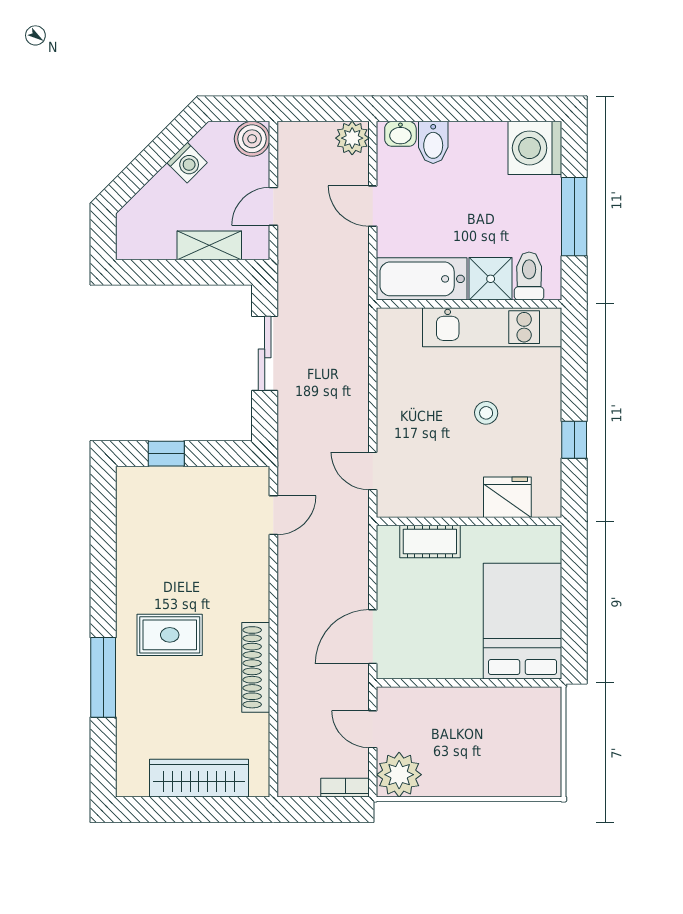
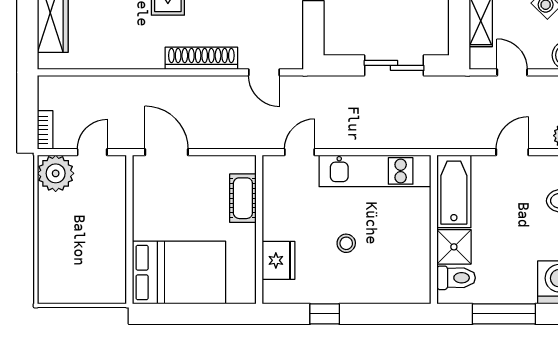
kitchen unit: (492, 327) -> (375, 171), moved, turned -90
shoe rack: (256, 667) -> (201, 58), moved

